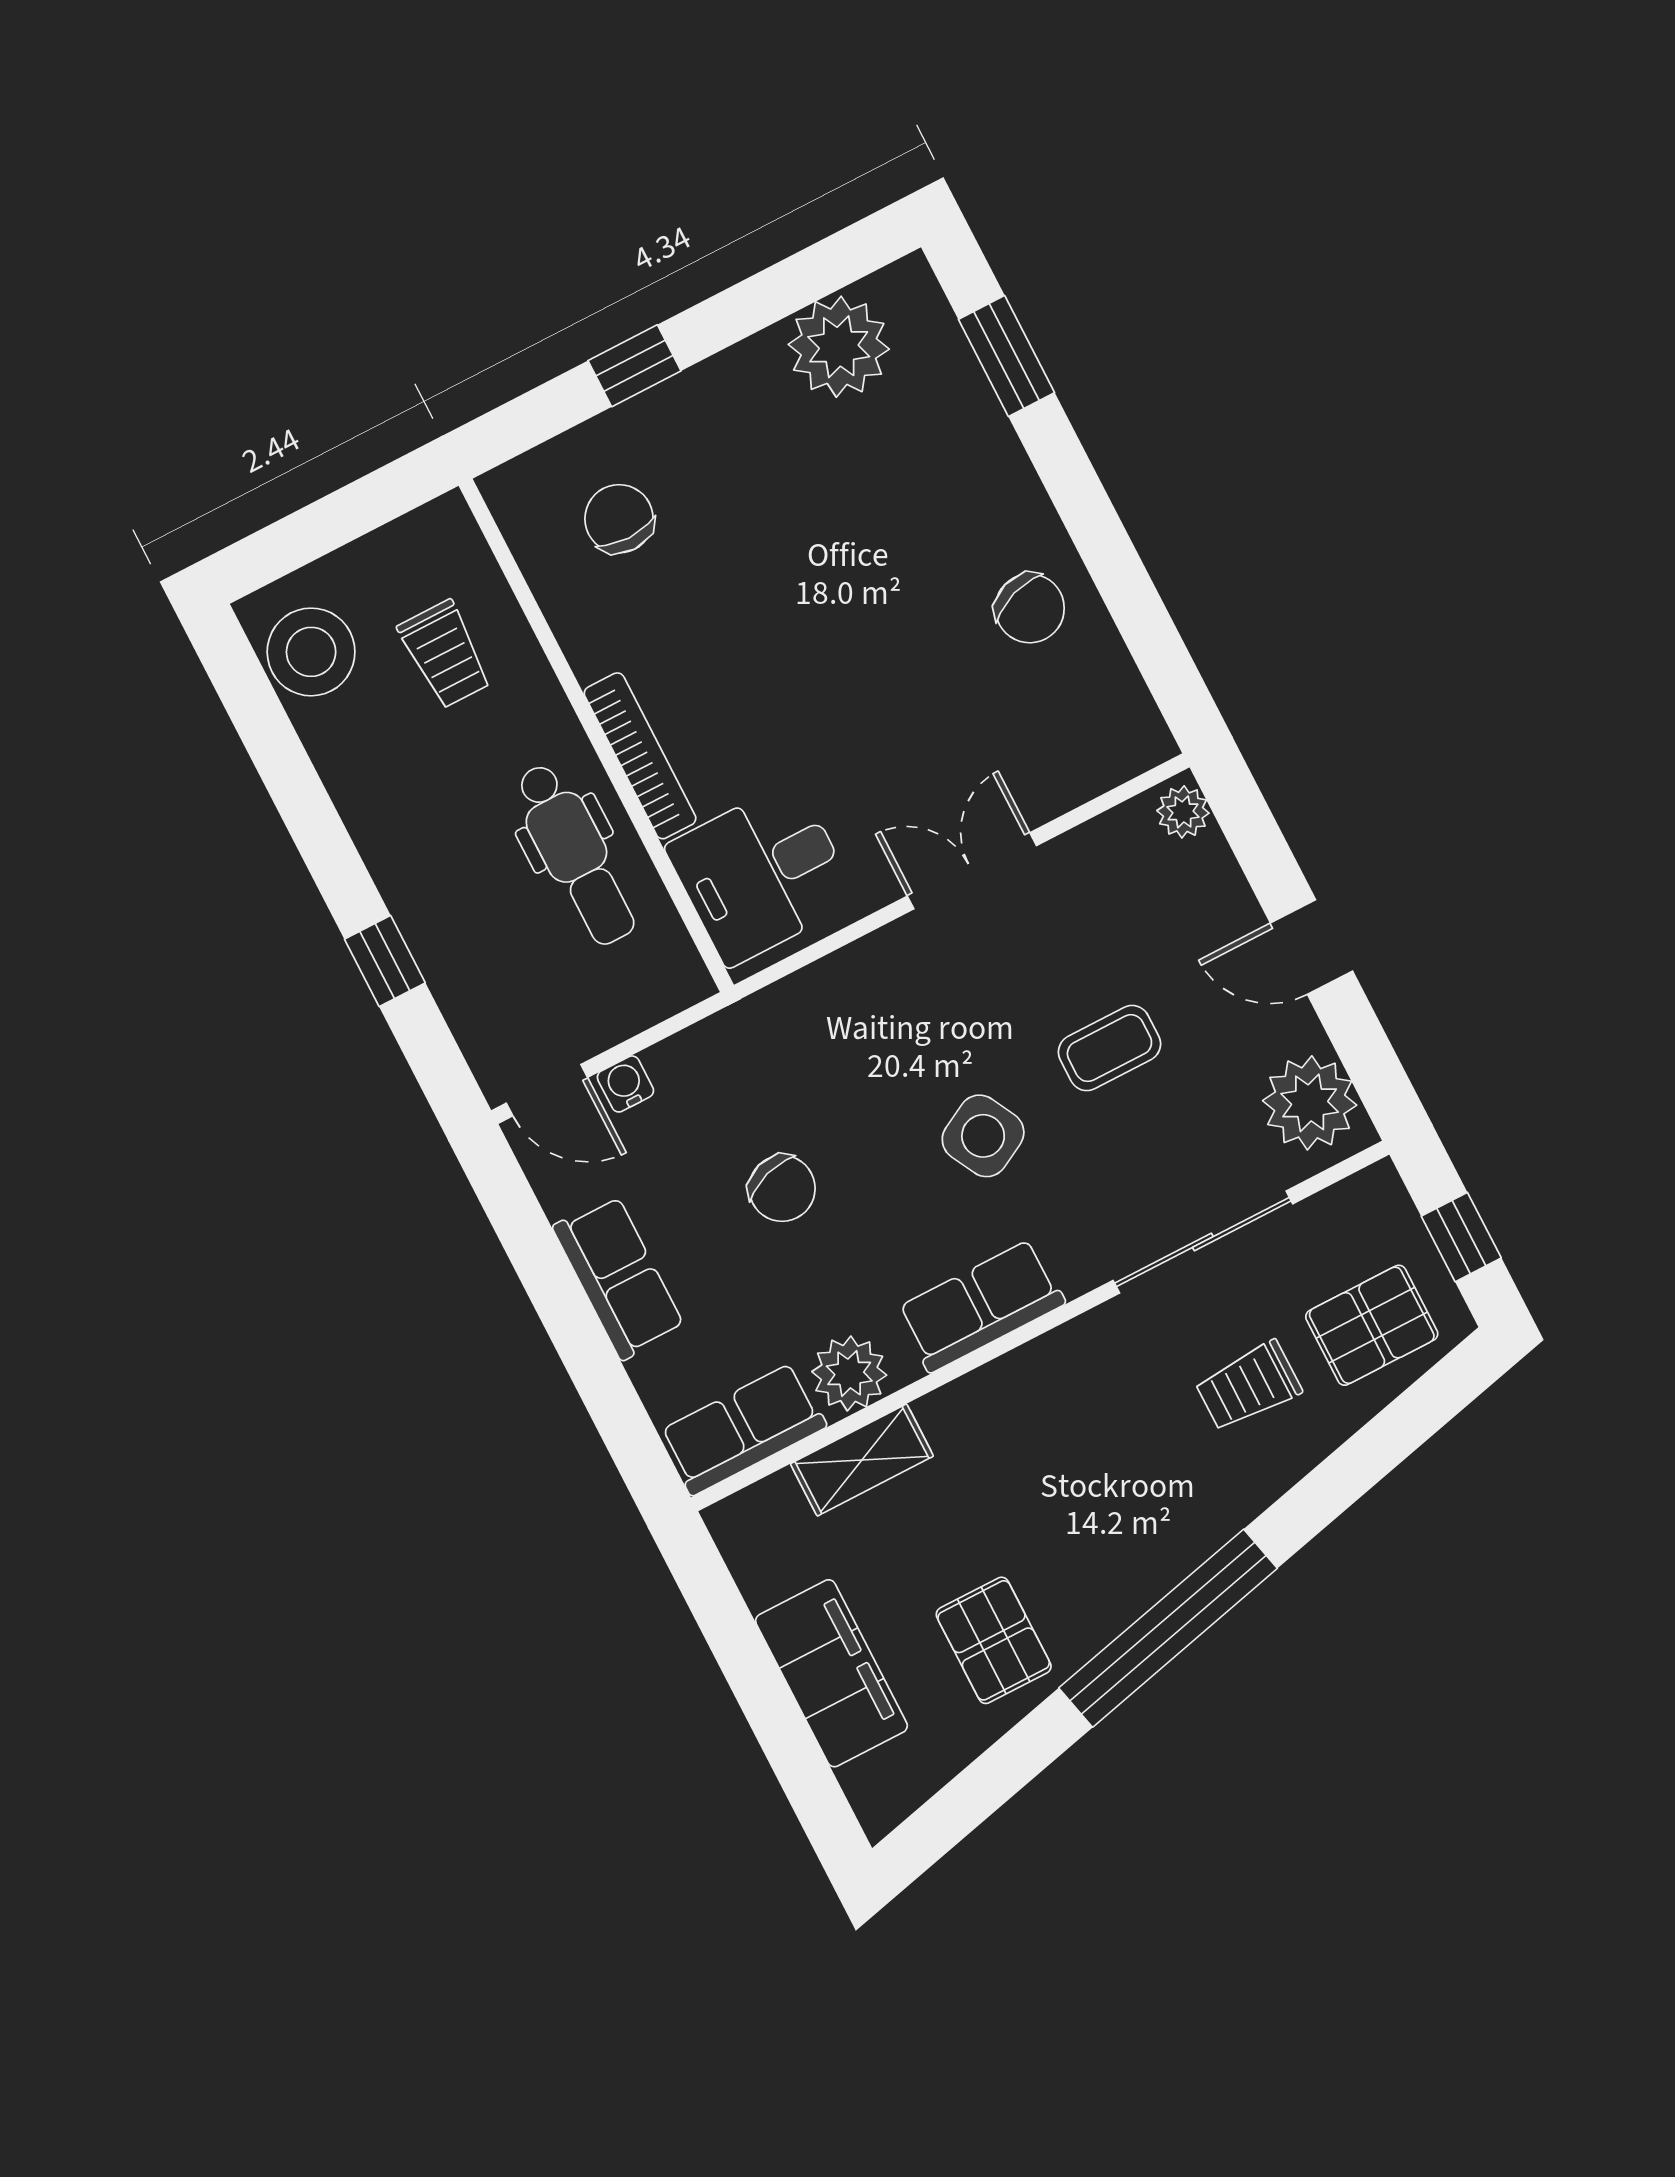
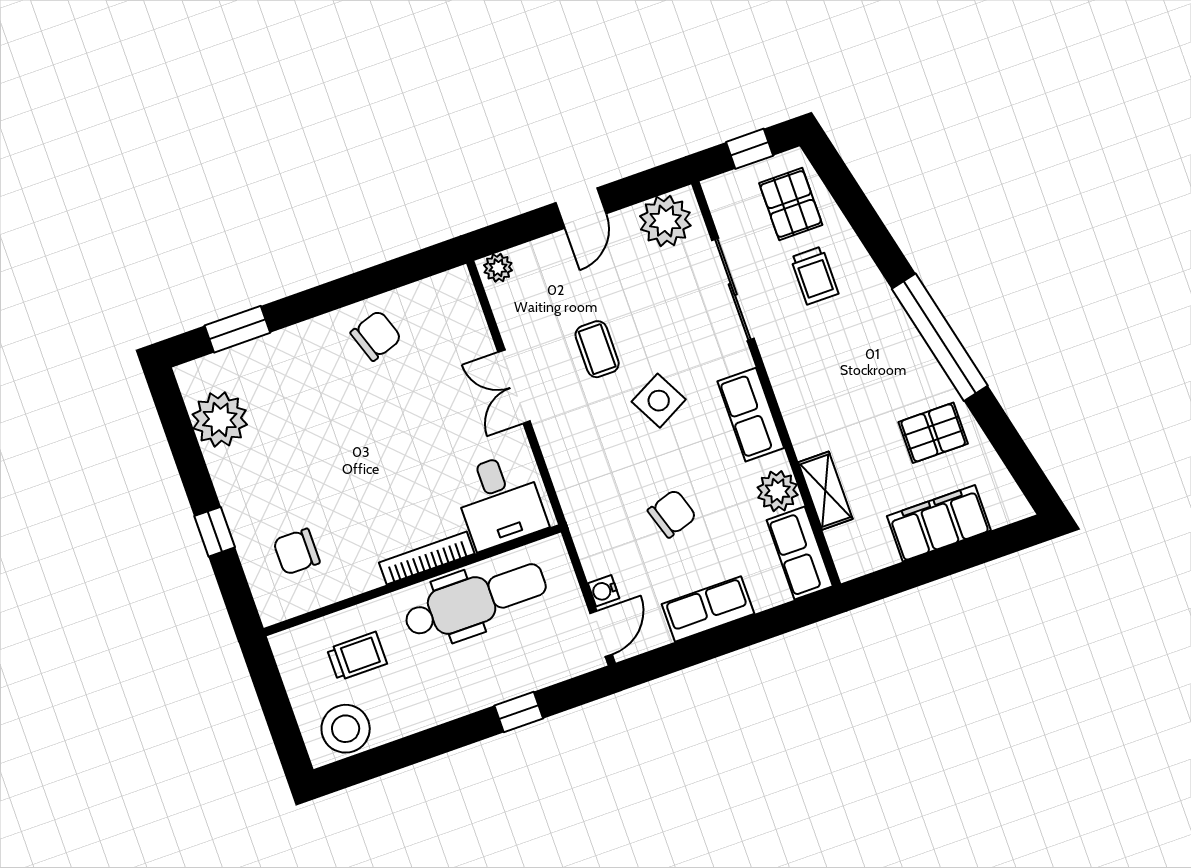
dental chair: (575, 854) -> (475, 601), width x1.36, depth x1.38
coffee table: (1109, 1048) -> (597, 349), moved

